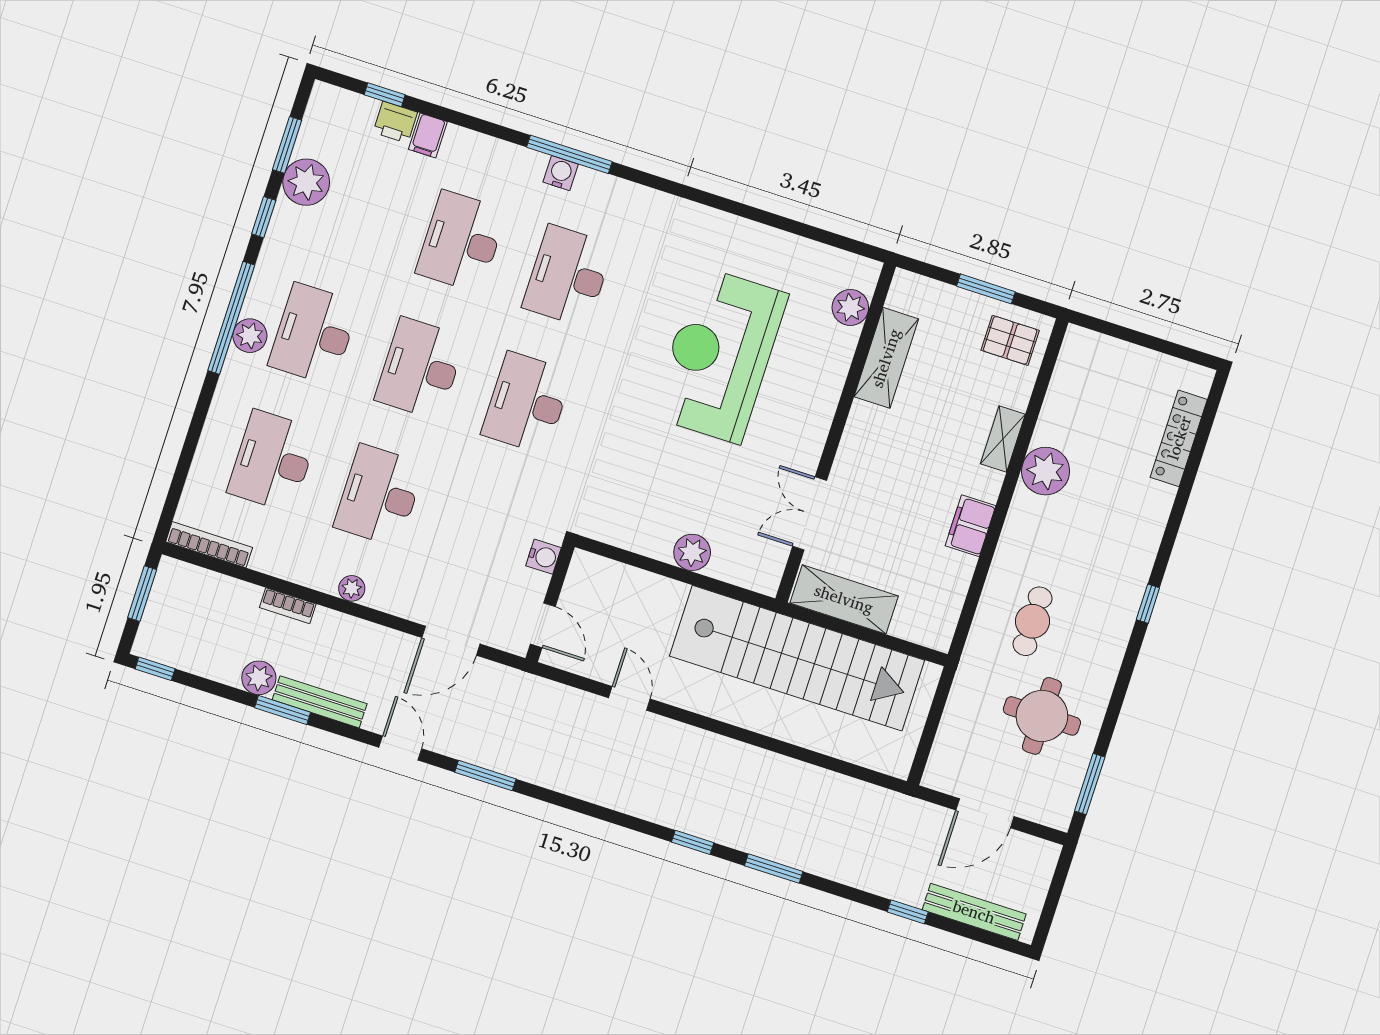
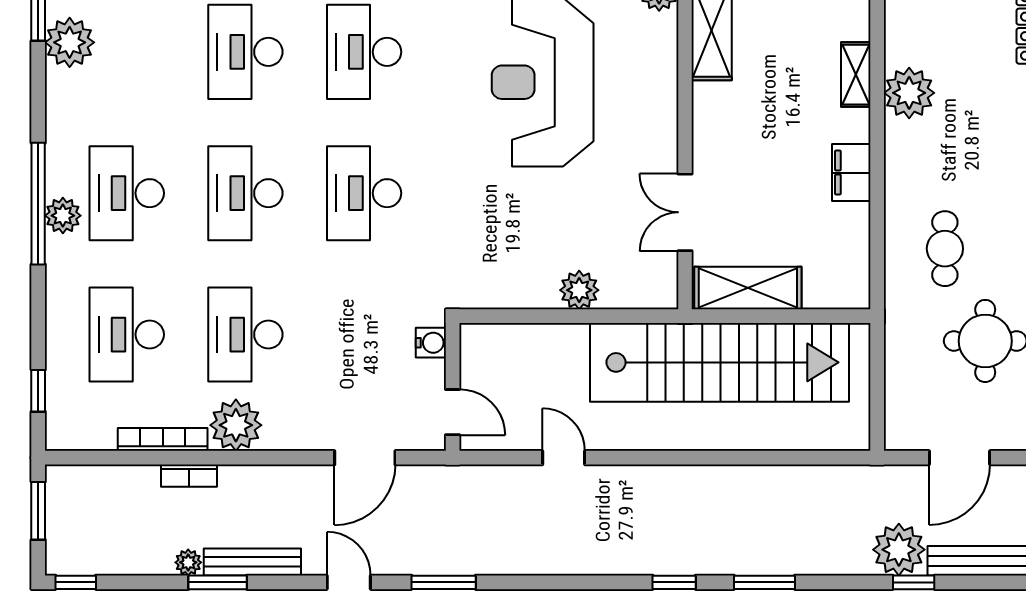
window: (264, 217) -> (38, 391), moved
bookcase: (209, 545) -> (163, 439), moved
plant: (352, 588) -> (236, 425), width x1.88, depth x1.88
plant: (259, 678) -> (188, 562), width x0.73, depth x0.73
plant: (904, 878) -> (899, 550), added

